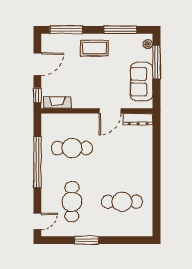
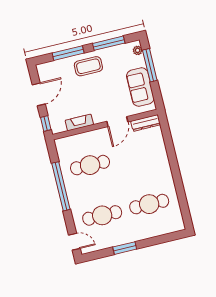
window: (66, 30) -> (68, 53), moved
fireplace: (57, 103) -> (79, 122), moved
cafe table: (72, 202) -> (102, 215), turned 90
door: (37, 221) -> (74, 242), hinge flipped

